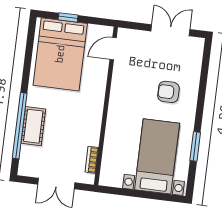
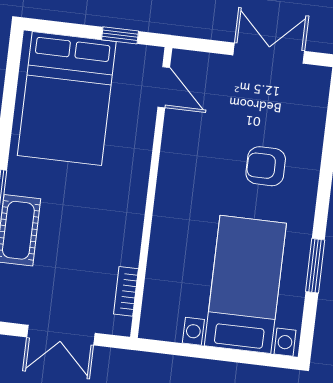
window: (68, 17) -> (120, 35), moved
door: (113, 49) -> (164, 87), swing flipped

